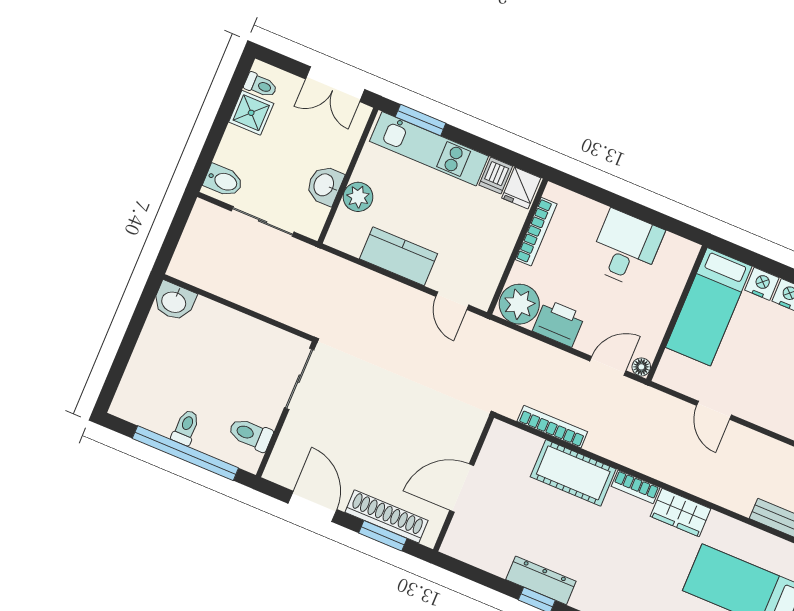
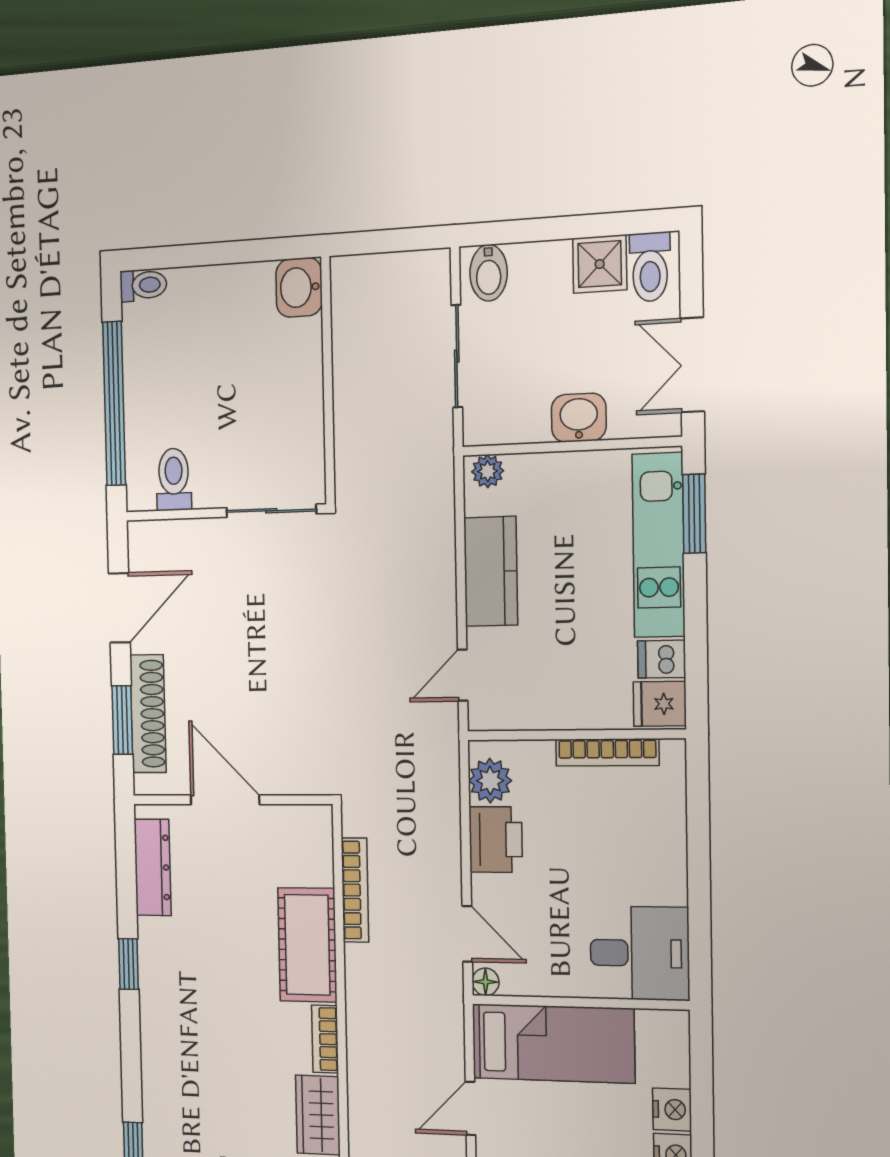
toilet: (261, 85) -> (650, 267), width x1.37, depth x1.39
washbasin: (325, 185) -> (579, 418), moved
plant: (358, 197) -> (488, 471), moved, width x0.73, depth x0.73
desk: (626, 248) -> (640, 953), moved
plant: (519, 304) -> (490, 781), width x0.73, depth x0.73
bed: (709, 307) -> (553, 1043), moved, turned 180
toilet: (186, 427) -> (143, 285), moved
dresser: (541, 580) -> (153, 867), moved

